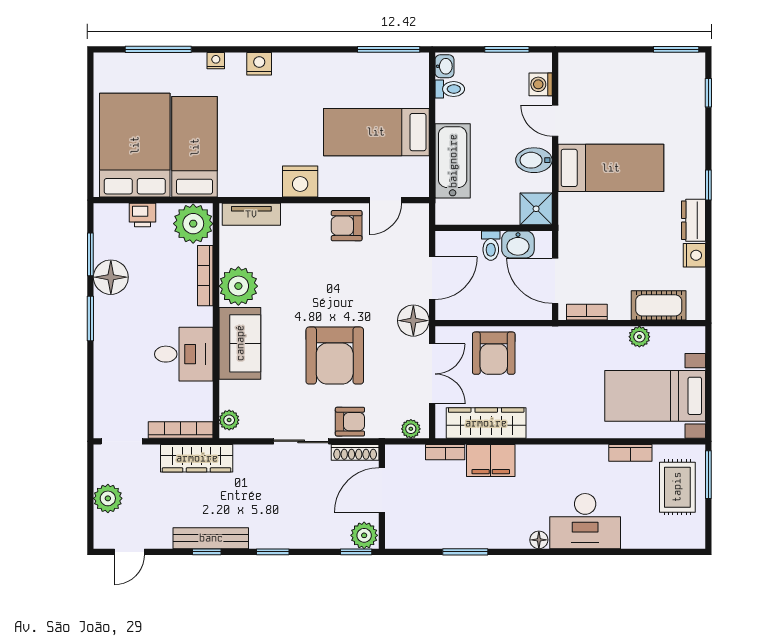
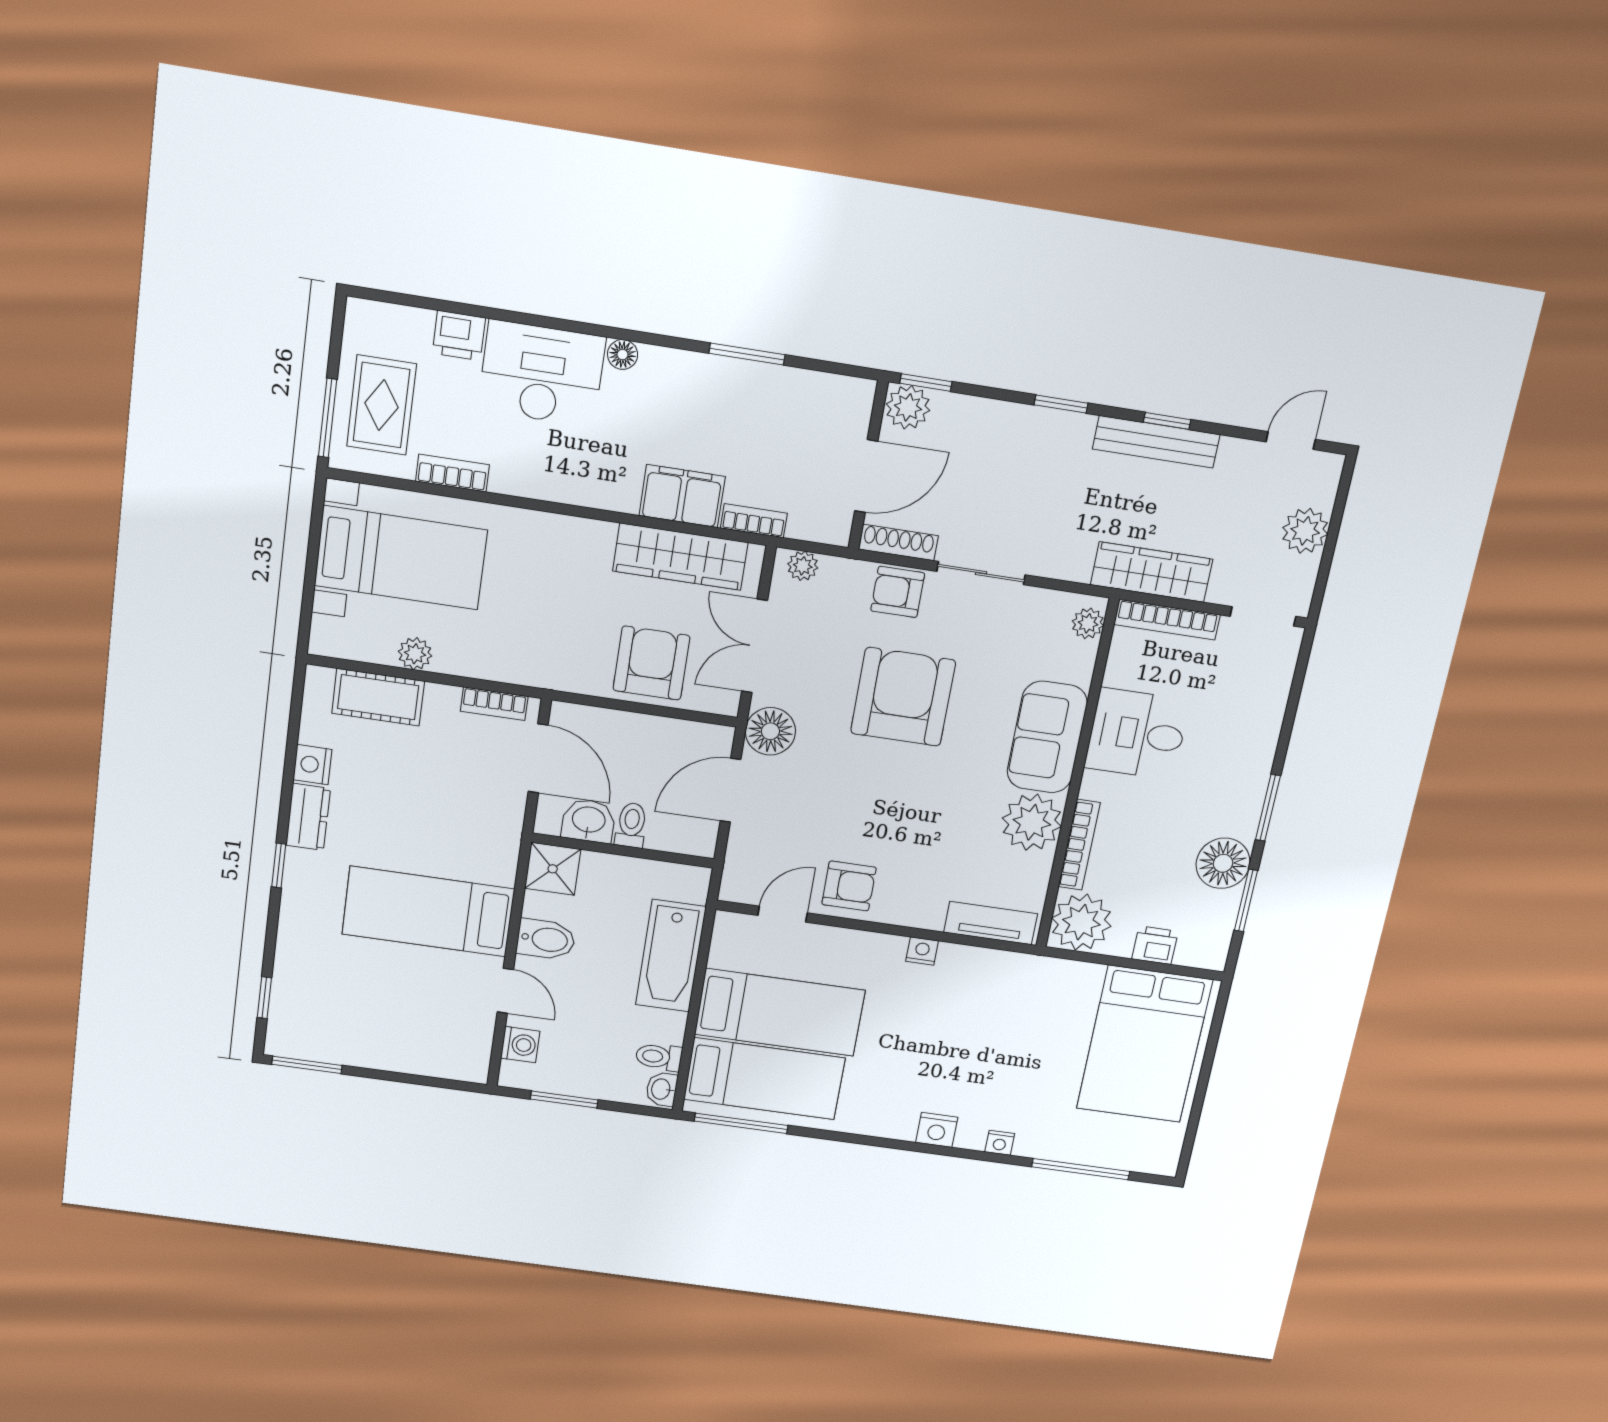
bed: (195, 147) -> (764, 1079), moved, turned -90
nightstand: (300, 182) -> (922, 951), width x0.53, depth x0.56
printer: (637, 536) -> (459, 336), added

